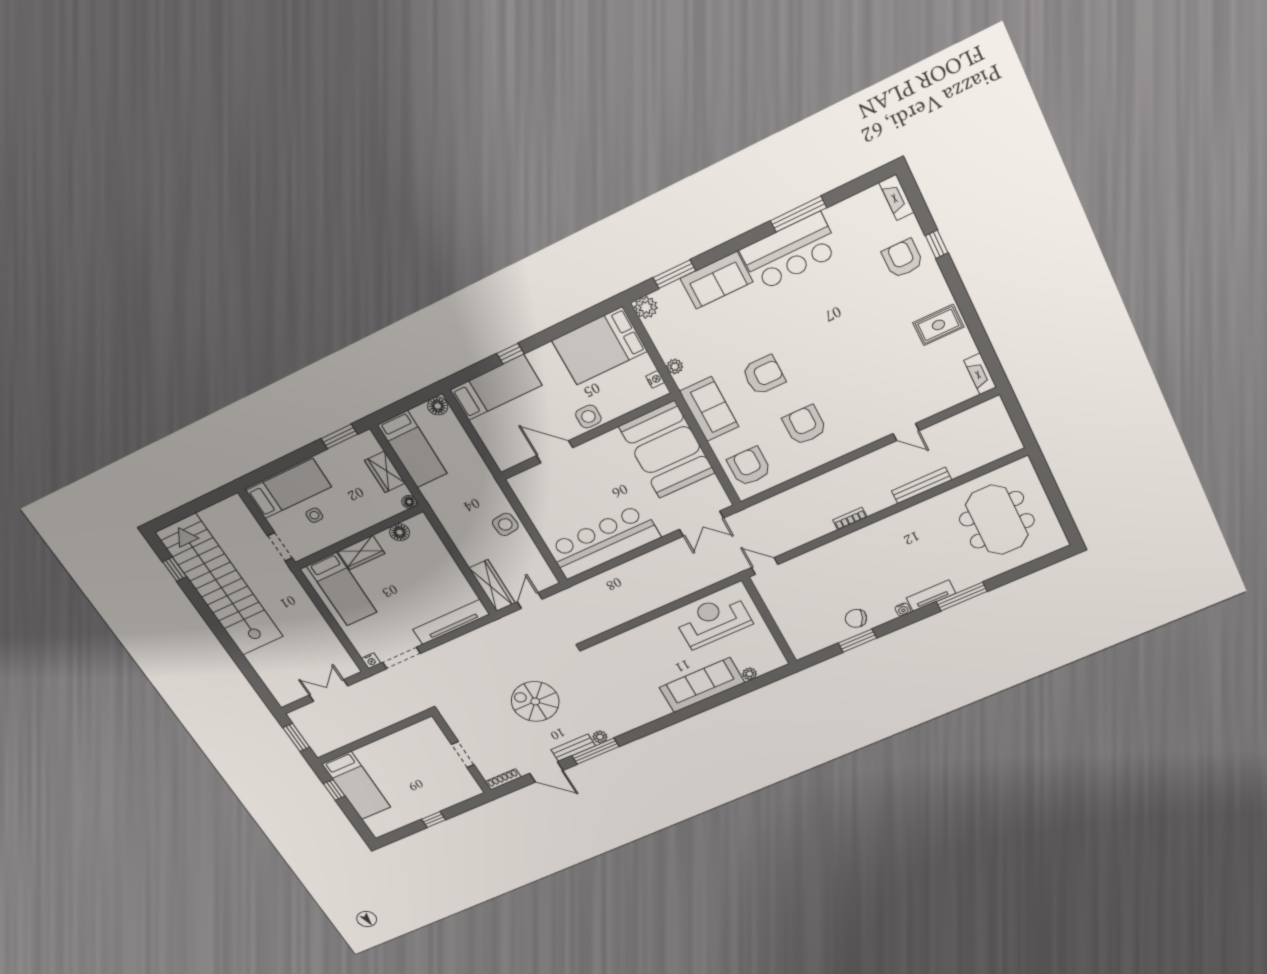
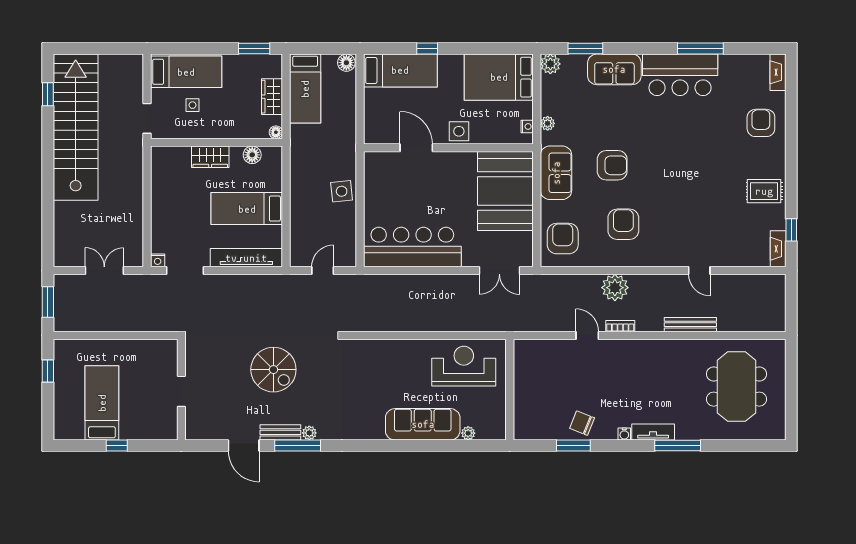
window: (937, 244) -> (791, 230), moved
plant: (826, 487) -> (615, 288), added
door: (765, 566) -> (587, 335), moved
wardrobe: (492, 586) -> (300, 241), removed
bed: (342, 589) -> (247, 209), moved, turned 90
spiral stairs: (535, 701) -> (273, 370), turned 180
shoe rack: (503, 779) -> (202, 434), removed
bed: (356, 786) -> (102, 403), moved, turned 180

